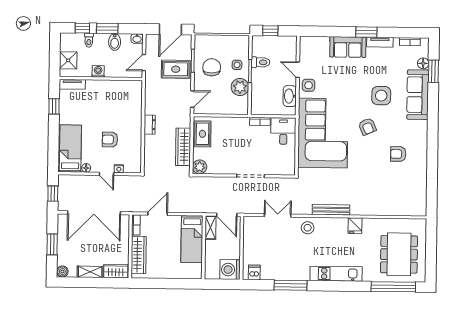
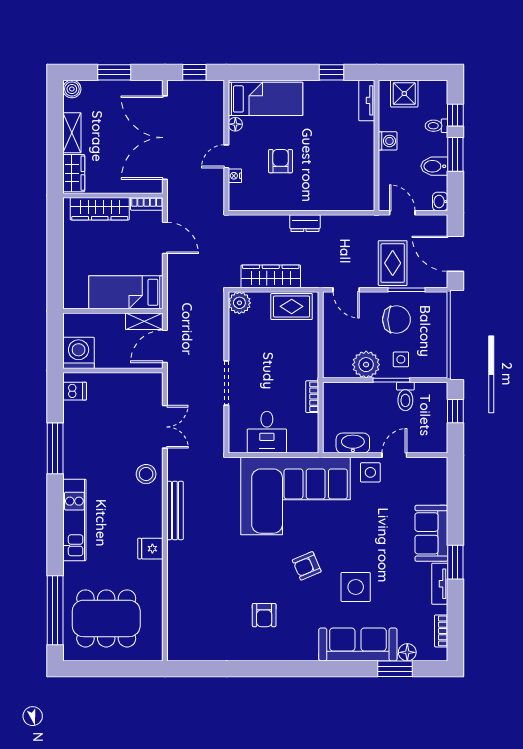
desk: (283, 131) -> (267, 432), moved, turned 90
armchair: (398, 154) -> (264, 615), turned 180

